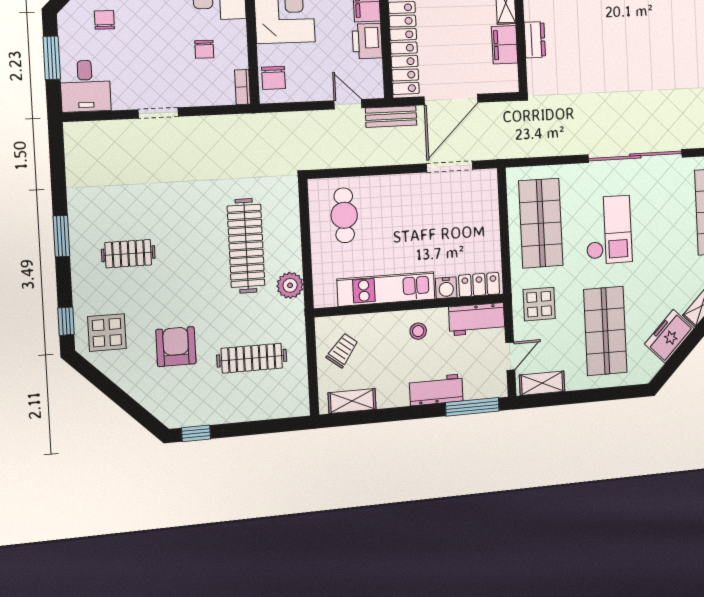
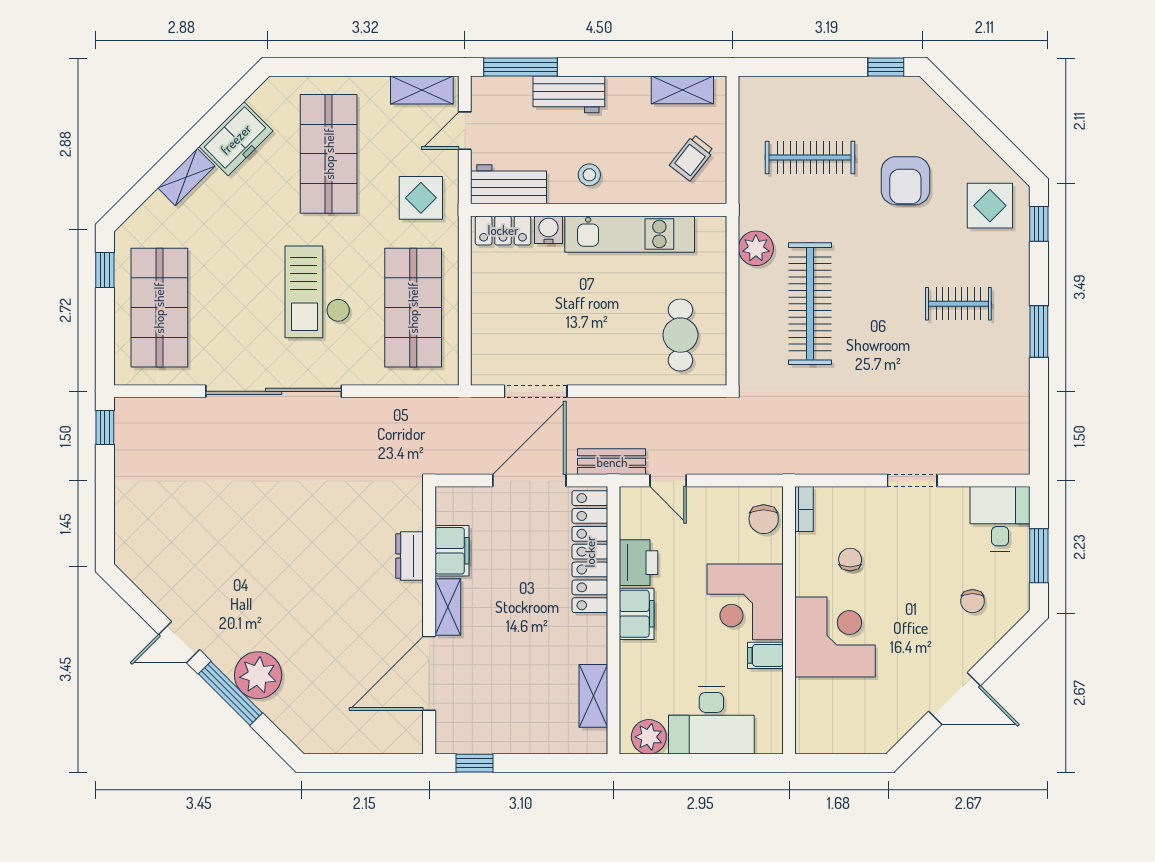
chair: (273, 78) -> (764, 519), turned 180

